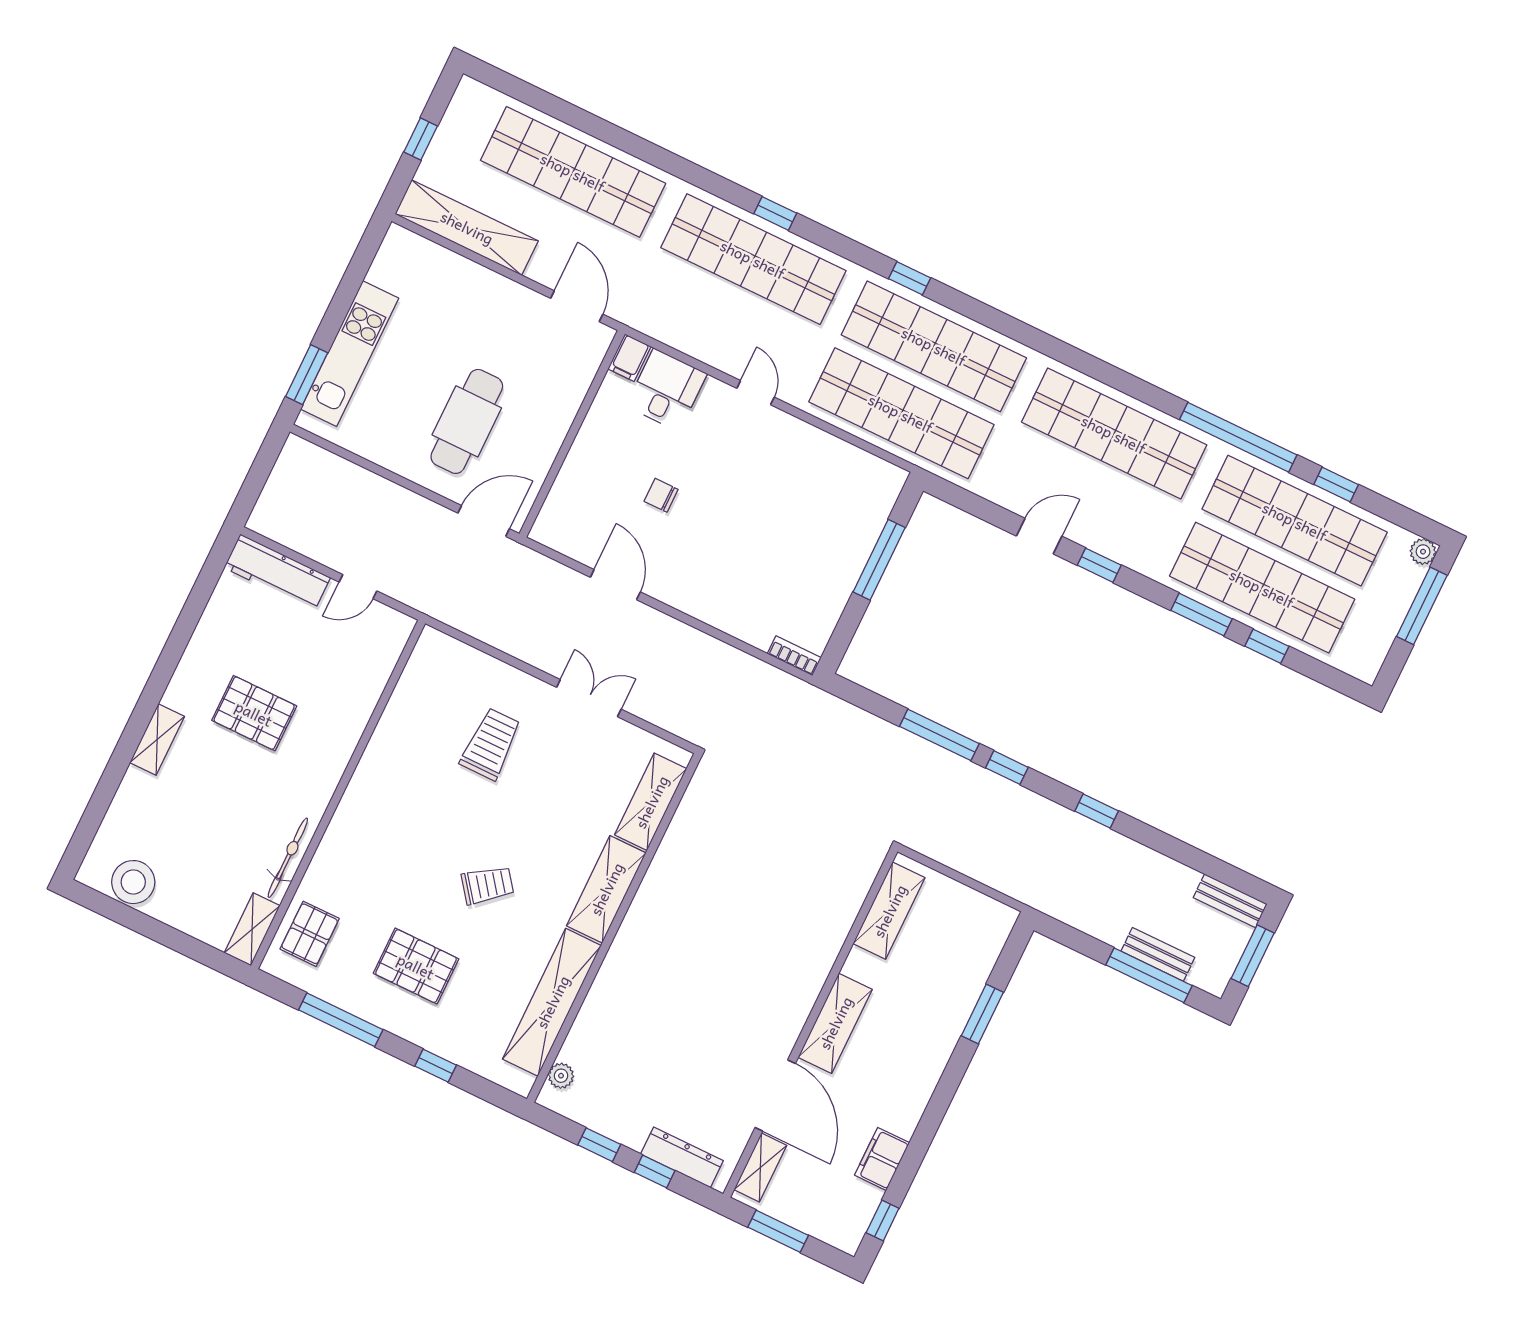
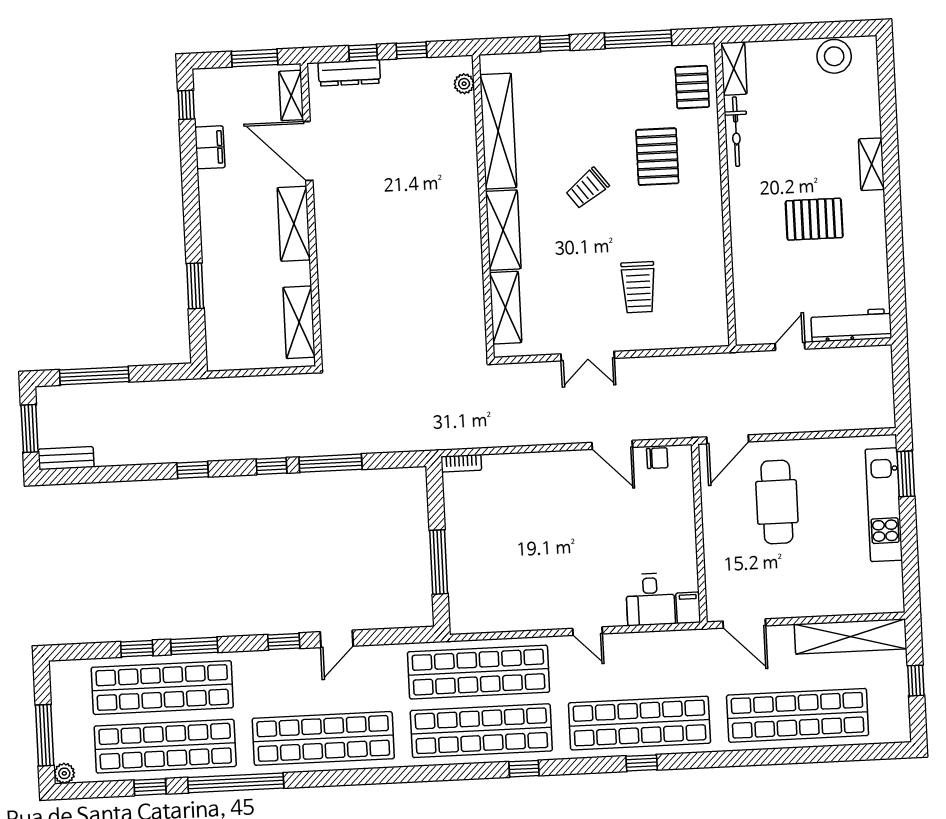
chair: (661, 495) -> (657, 458), moved
bench: (1158, 954) -> (96, 394), removed
pallet: (416, 966) -> (657, 157), moved, turned 90

